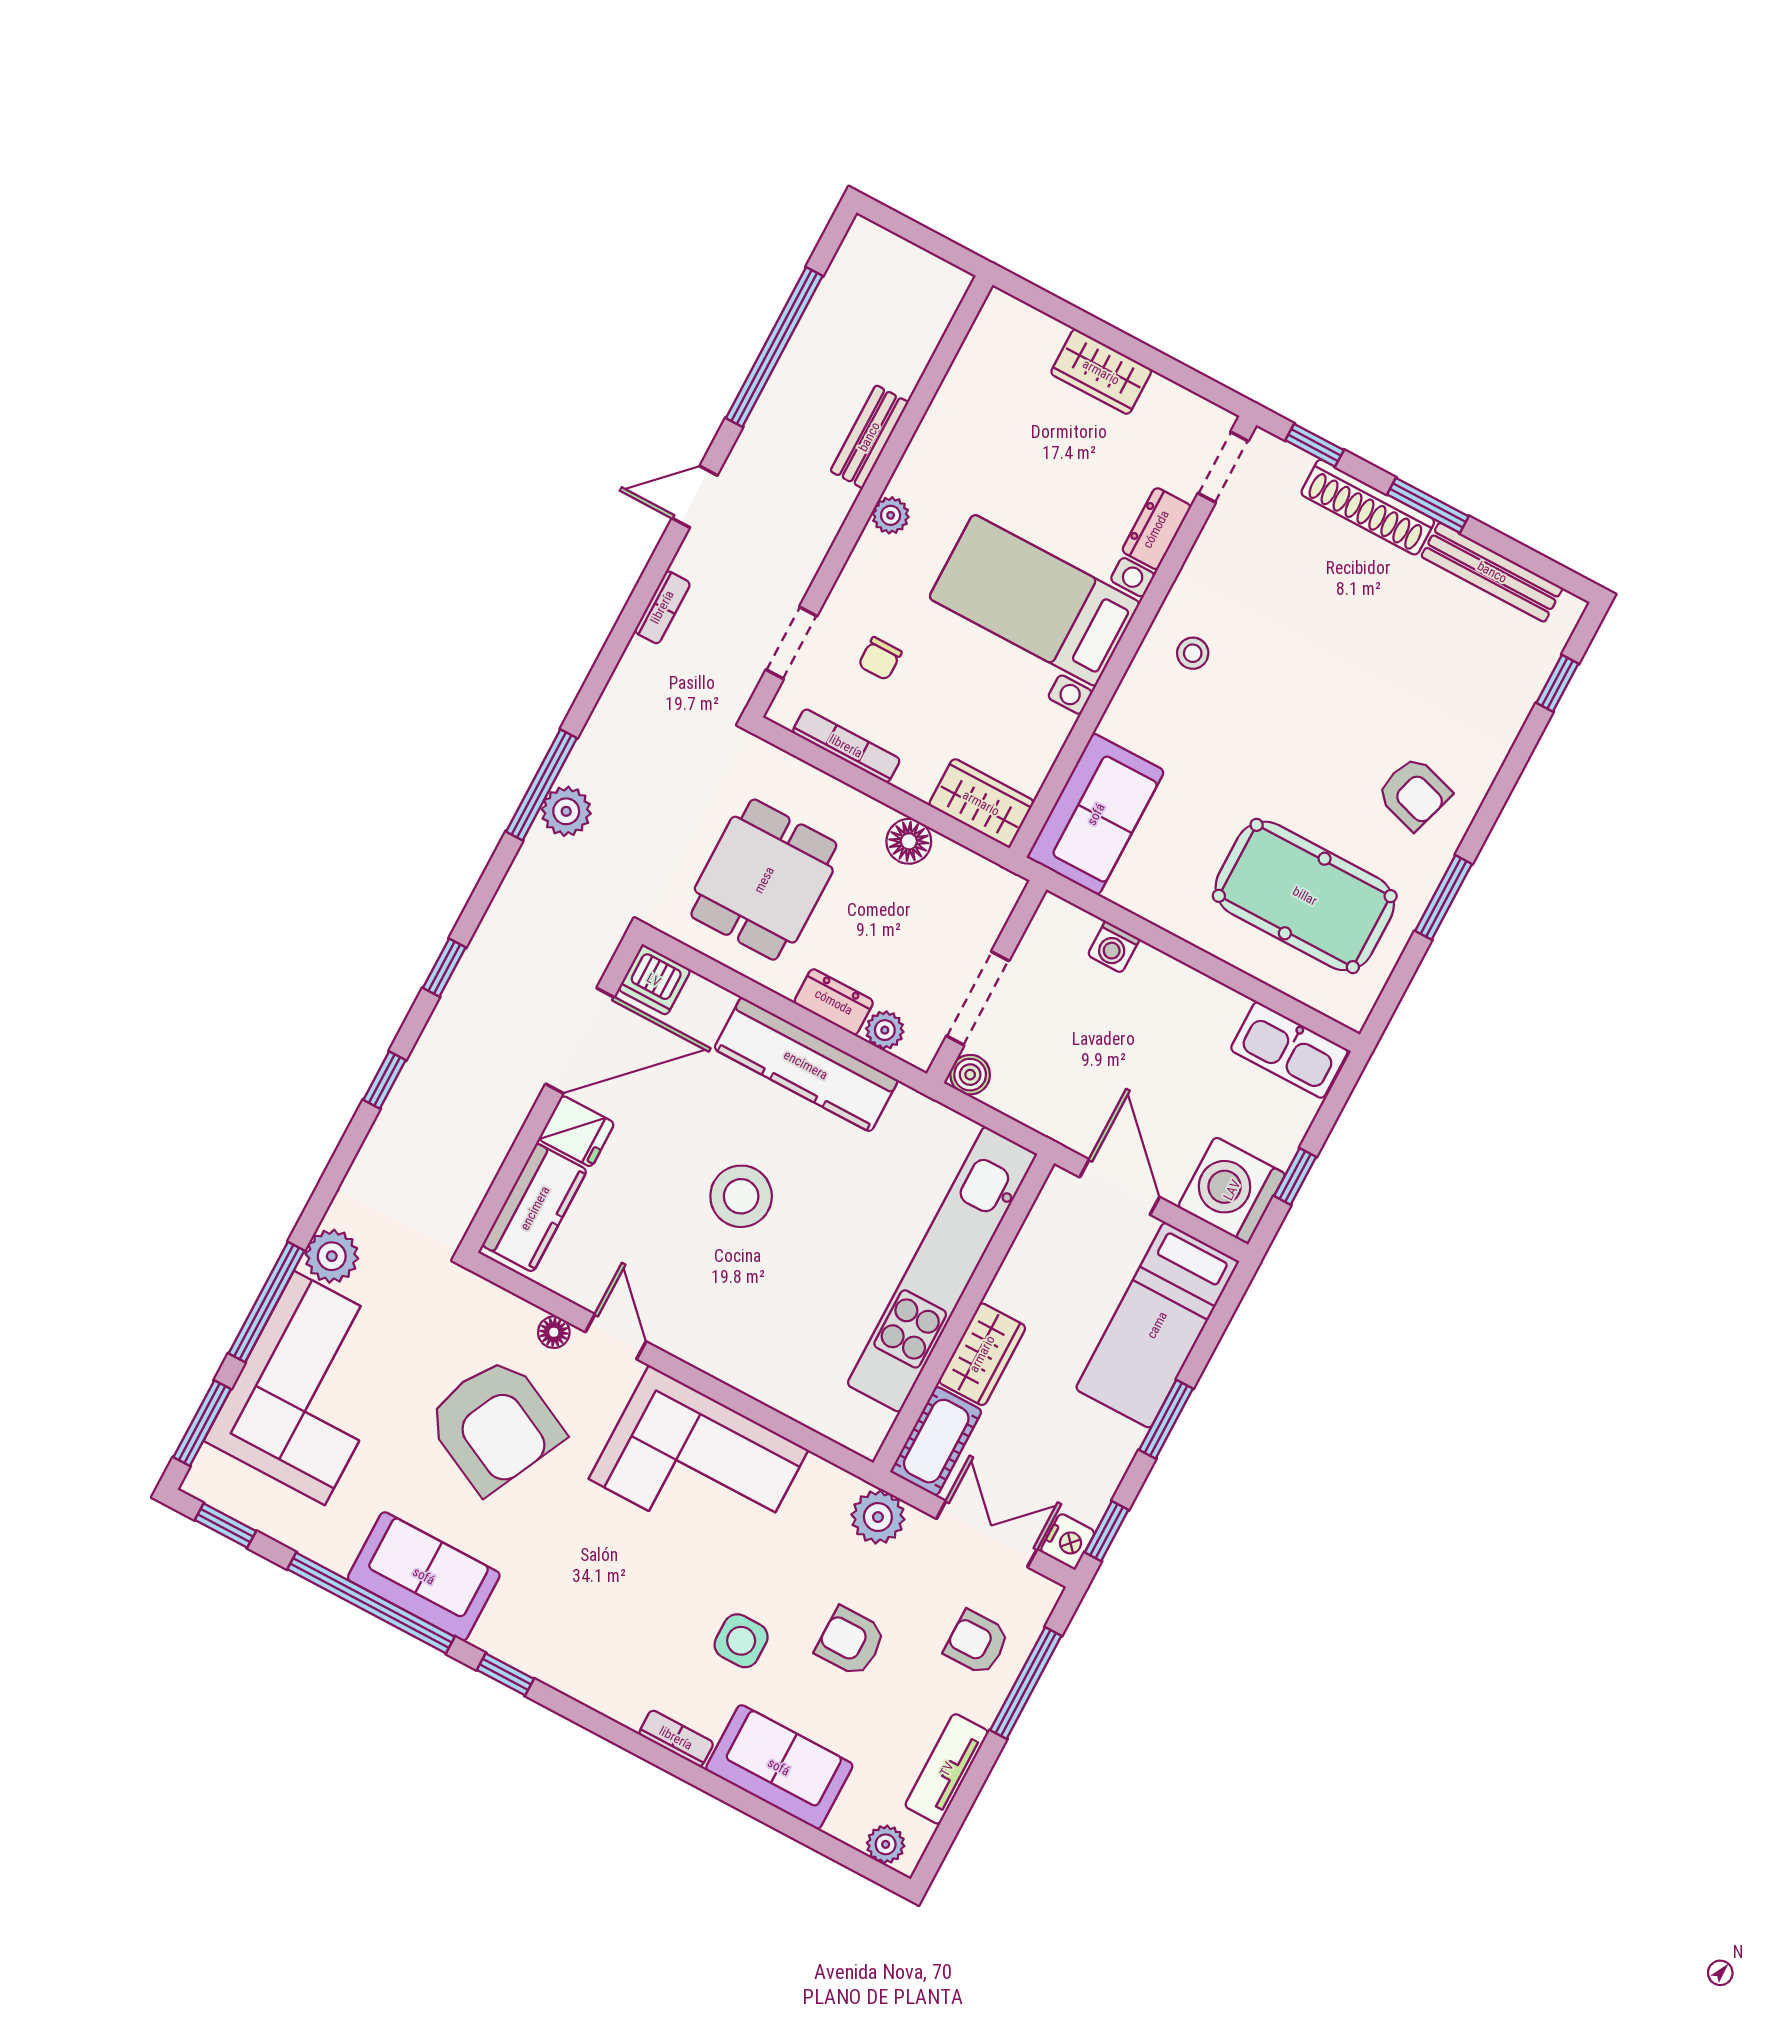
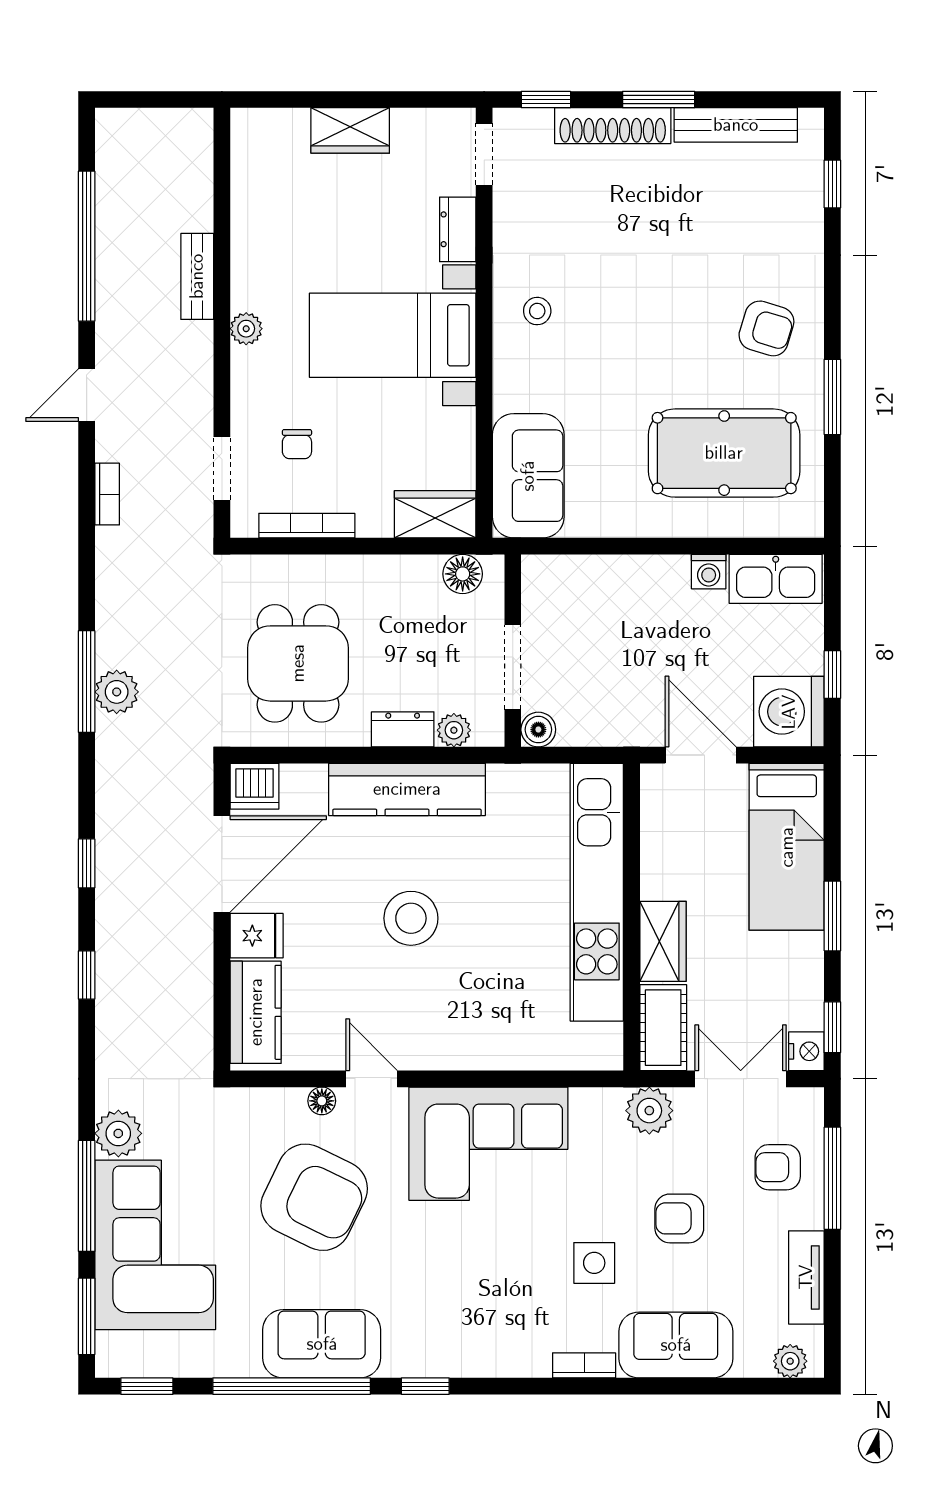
floor lamp: (909, 841) -> (463, 574), moved
washing machine: (1114, 947) -> (709, 572), moved

